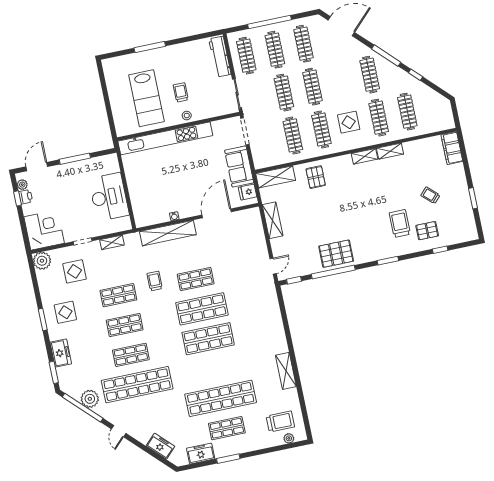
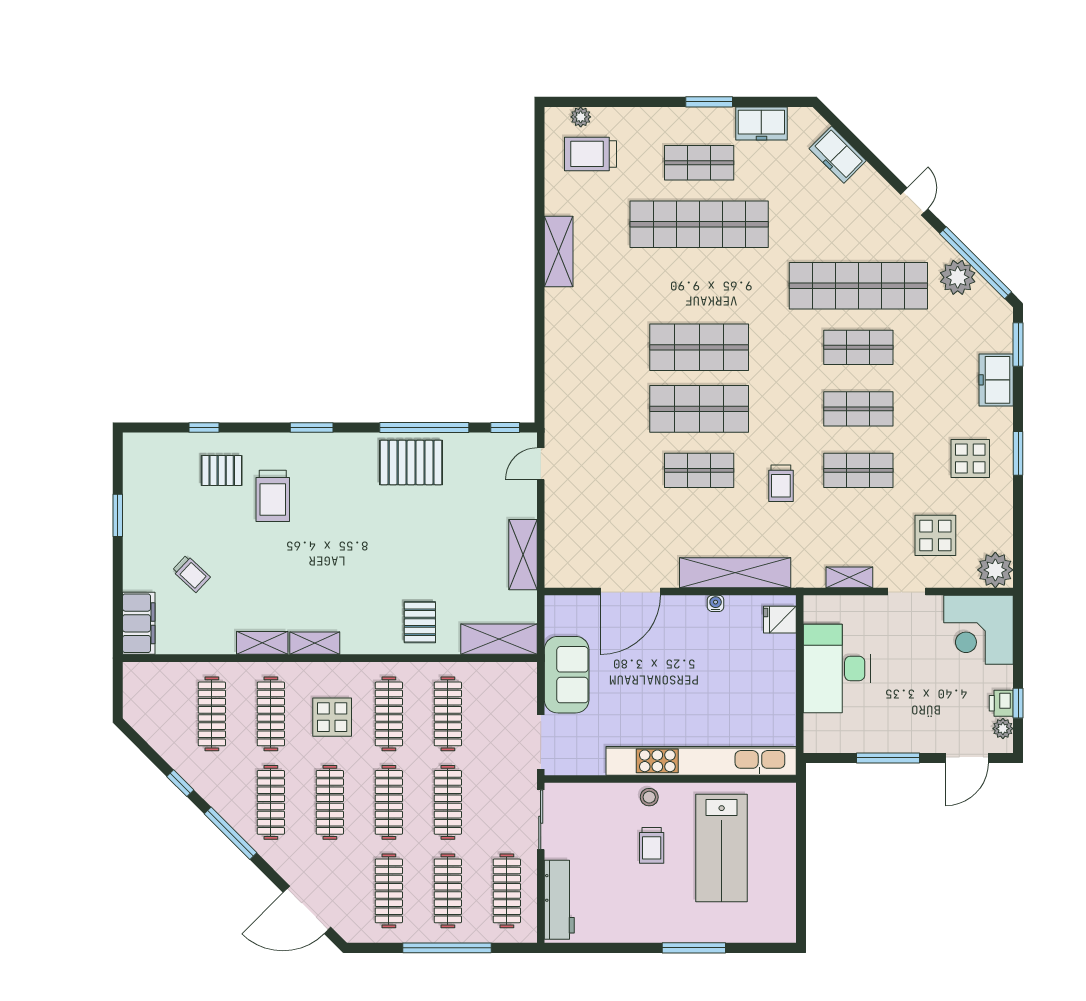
clothes rail: (341, 81) -> (330, 802), added
lab bench: (146, 98) -> (722, 848), turned 180
fridge: (248, 192) -> (780, 620), moved, turned 180
trolley: (430, 195) -> (191, 574), moved

